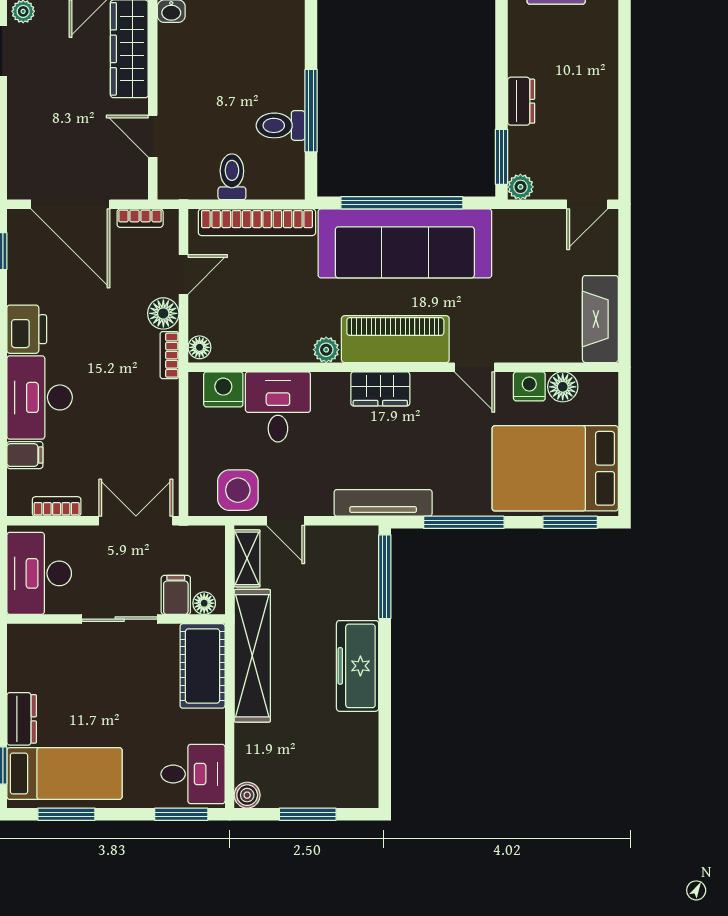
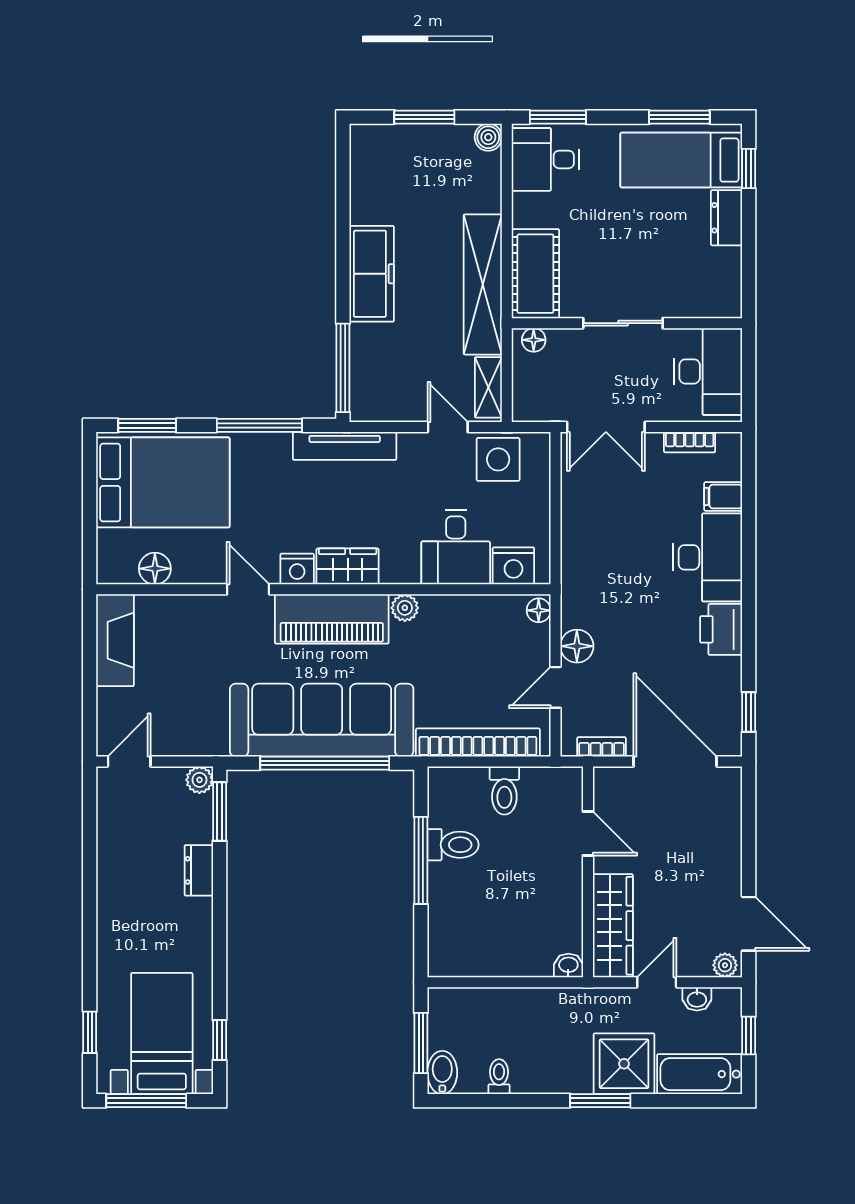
bookcase: (169, 355) -> (570, 602), removed
nightstand: (529, 386) -> (297, 569), moved
filing cabinet: (176, 595) -> (564, 349), removed

